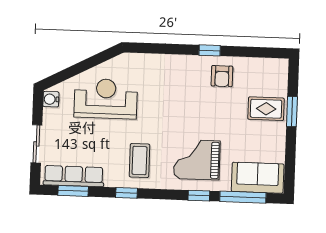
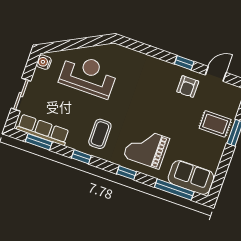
door: (249, 52) -> (216, 74), added
window: (199, 196) -> (127, 173), moved

